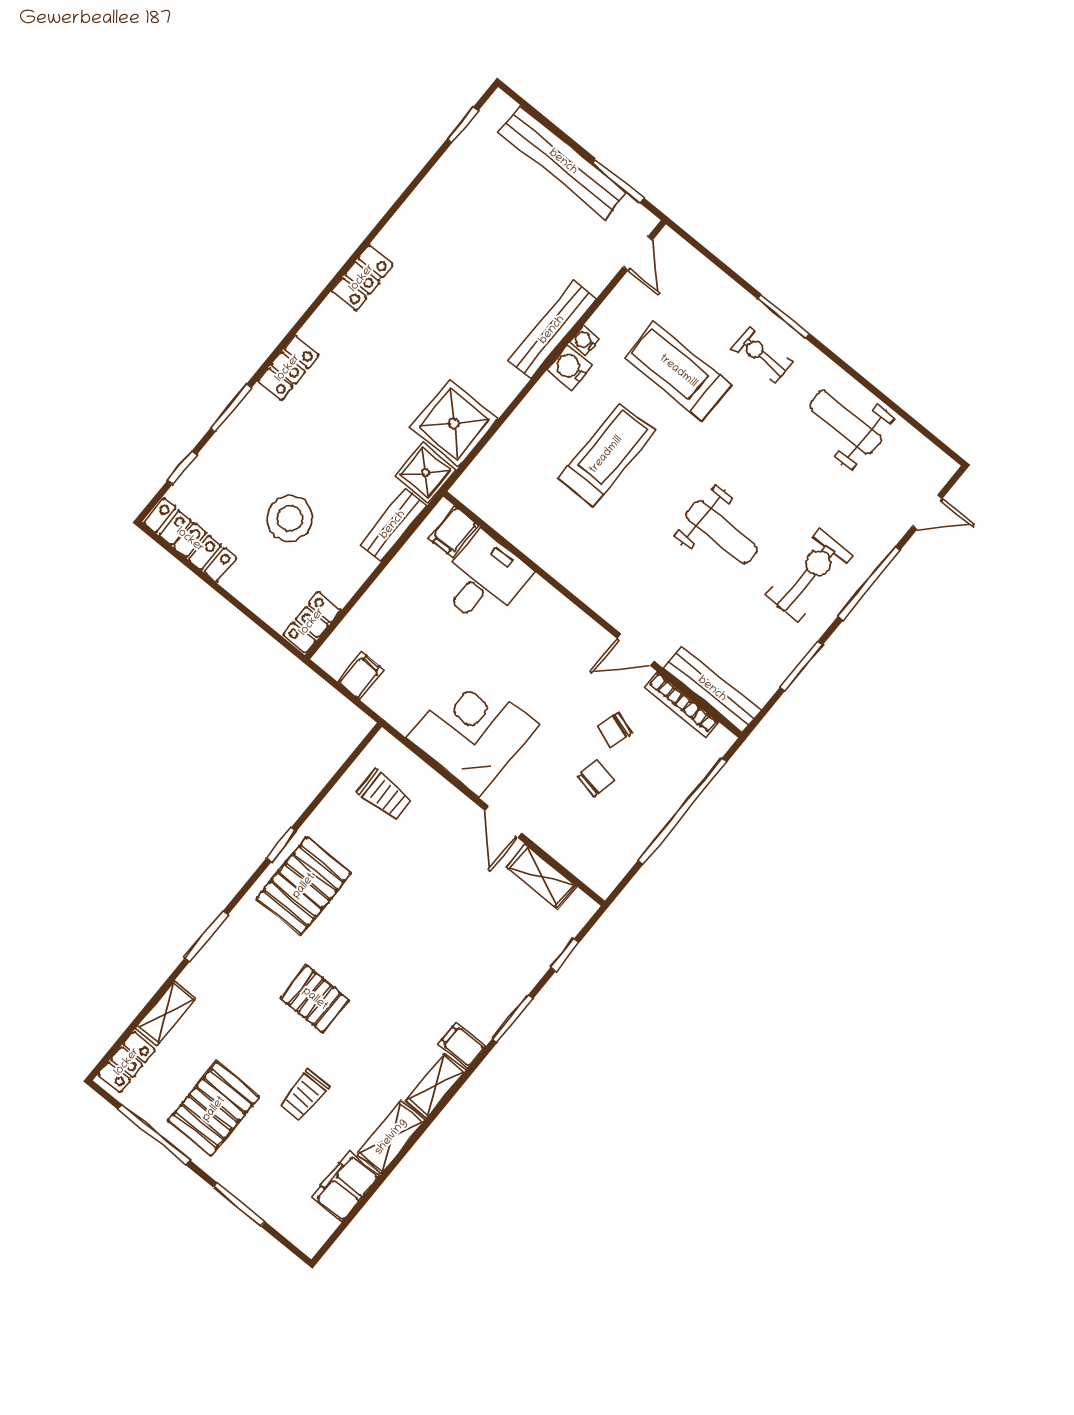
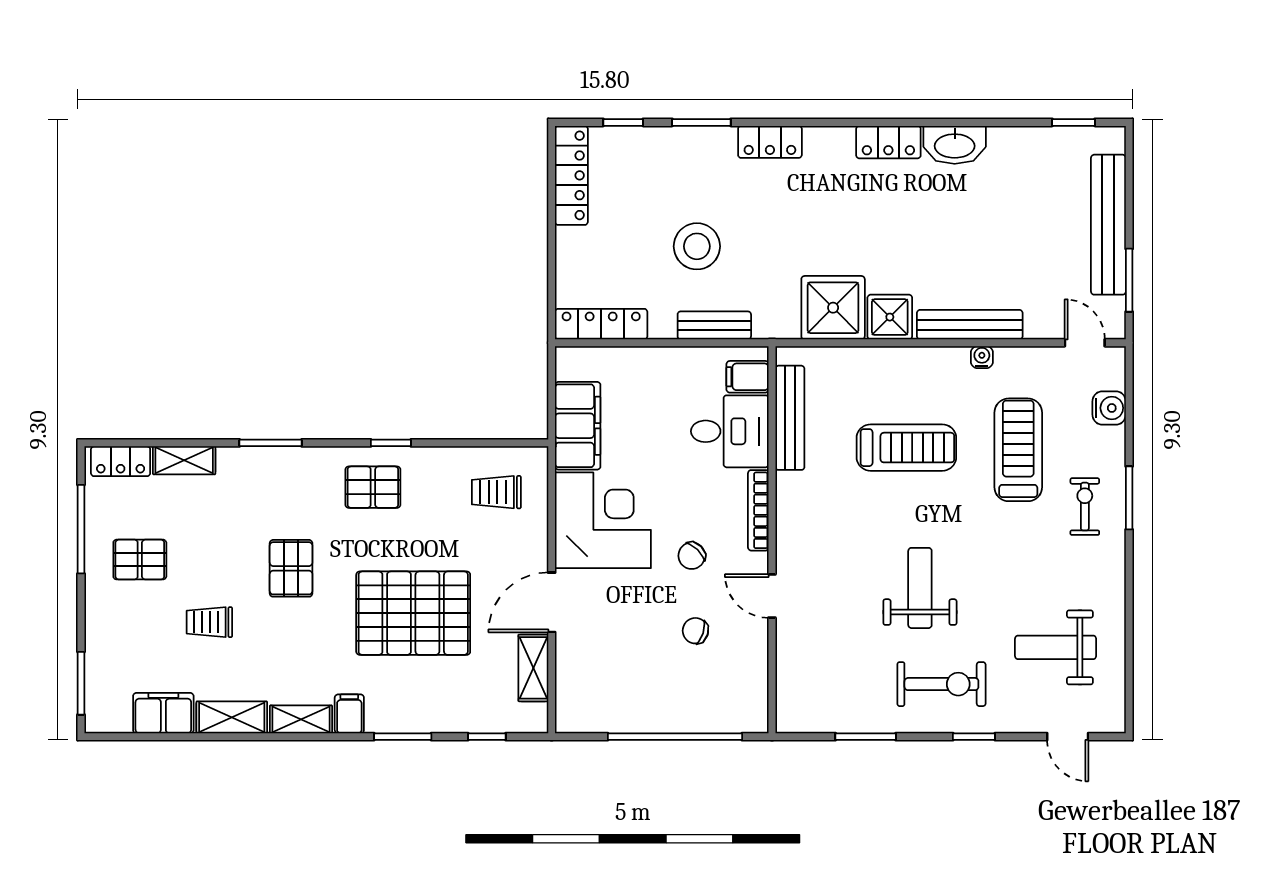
washbasin: (406, 229) -> (955, 145), added
door: (638, 253) -> (1085, 343), swing flipped
water cooler: (570, 367) -> (1109, 408), moved, turned 90
weight bench: (846, 422) -> (1056, 647), moved, turned -90
shower: (426, 473) -> (890, 317), moved
stool: (290, 518) -> (697, 246), moved
weight bench: (722, 532) -> (920, 588), turned 180
window: (869, 584) -> (974, 737), width x0.46
locker: (312, 622) -> (601, 324), width x1.53
filing cabinet: (360, 676) -> (578, 426), width x3.00, depth x1.17
bench: (712, 689) -> (790, 418), moved
bookcase: (682, 705) -> (758, 510), moved
chair: (596, 778) -> (692, 556), moved, turned 125
trolley: (385, 795) -> (496, 492), turned 90
door: (503, 822) -> (552, 602), width x1.38
pallet: (304, 886) -> (373, 487), width x0.67, depth x0.71
pallet: (425, 934) -> (413, 613), added
pallet: (214, 1109) -> (140, 560), width x0.67, depth x0.71
window: (239, 1204) -> (81, 683), moved

